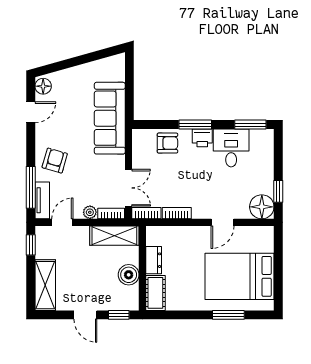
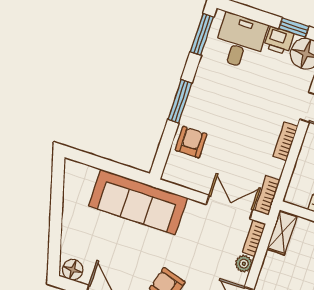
printer: (202, 138) -> (279, 40), moved, turned 90
desk: (231, 148) -> (240, 41), moved, turned 90
bookcase: (177, 213) -> (285, 141), moved
shelving: (114, 236) -> (282, 232), width x0.67, depth x0.75

